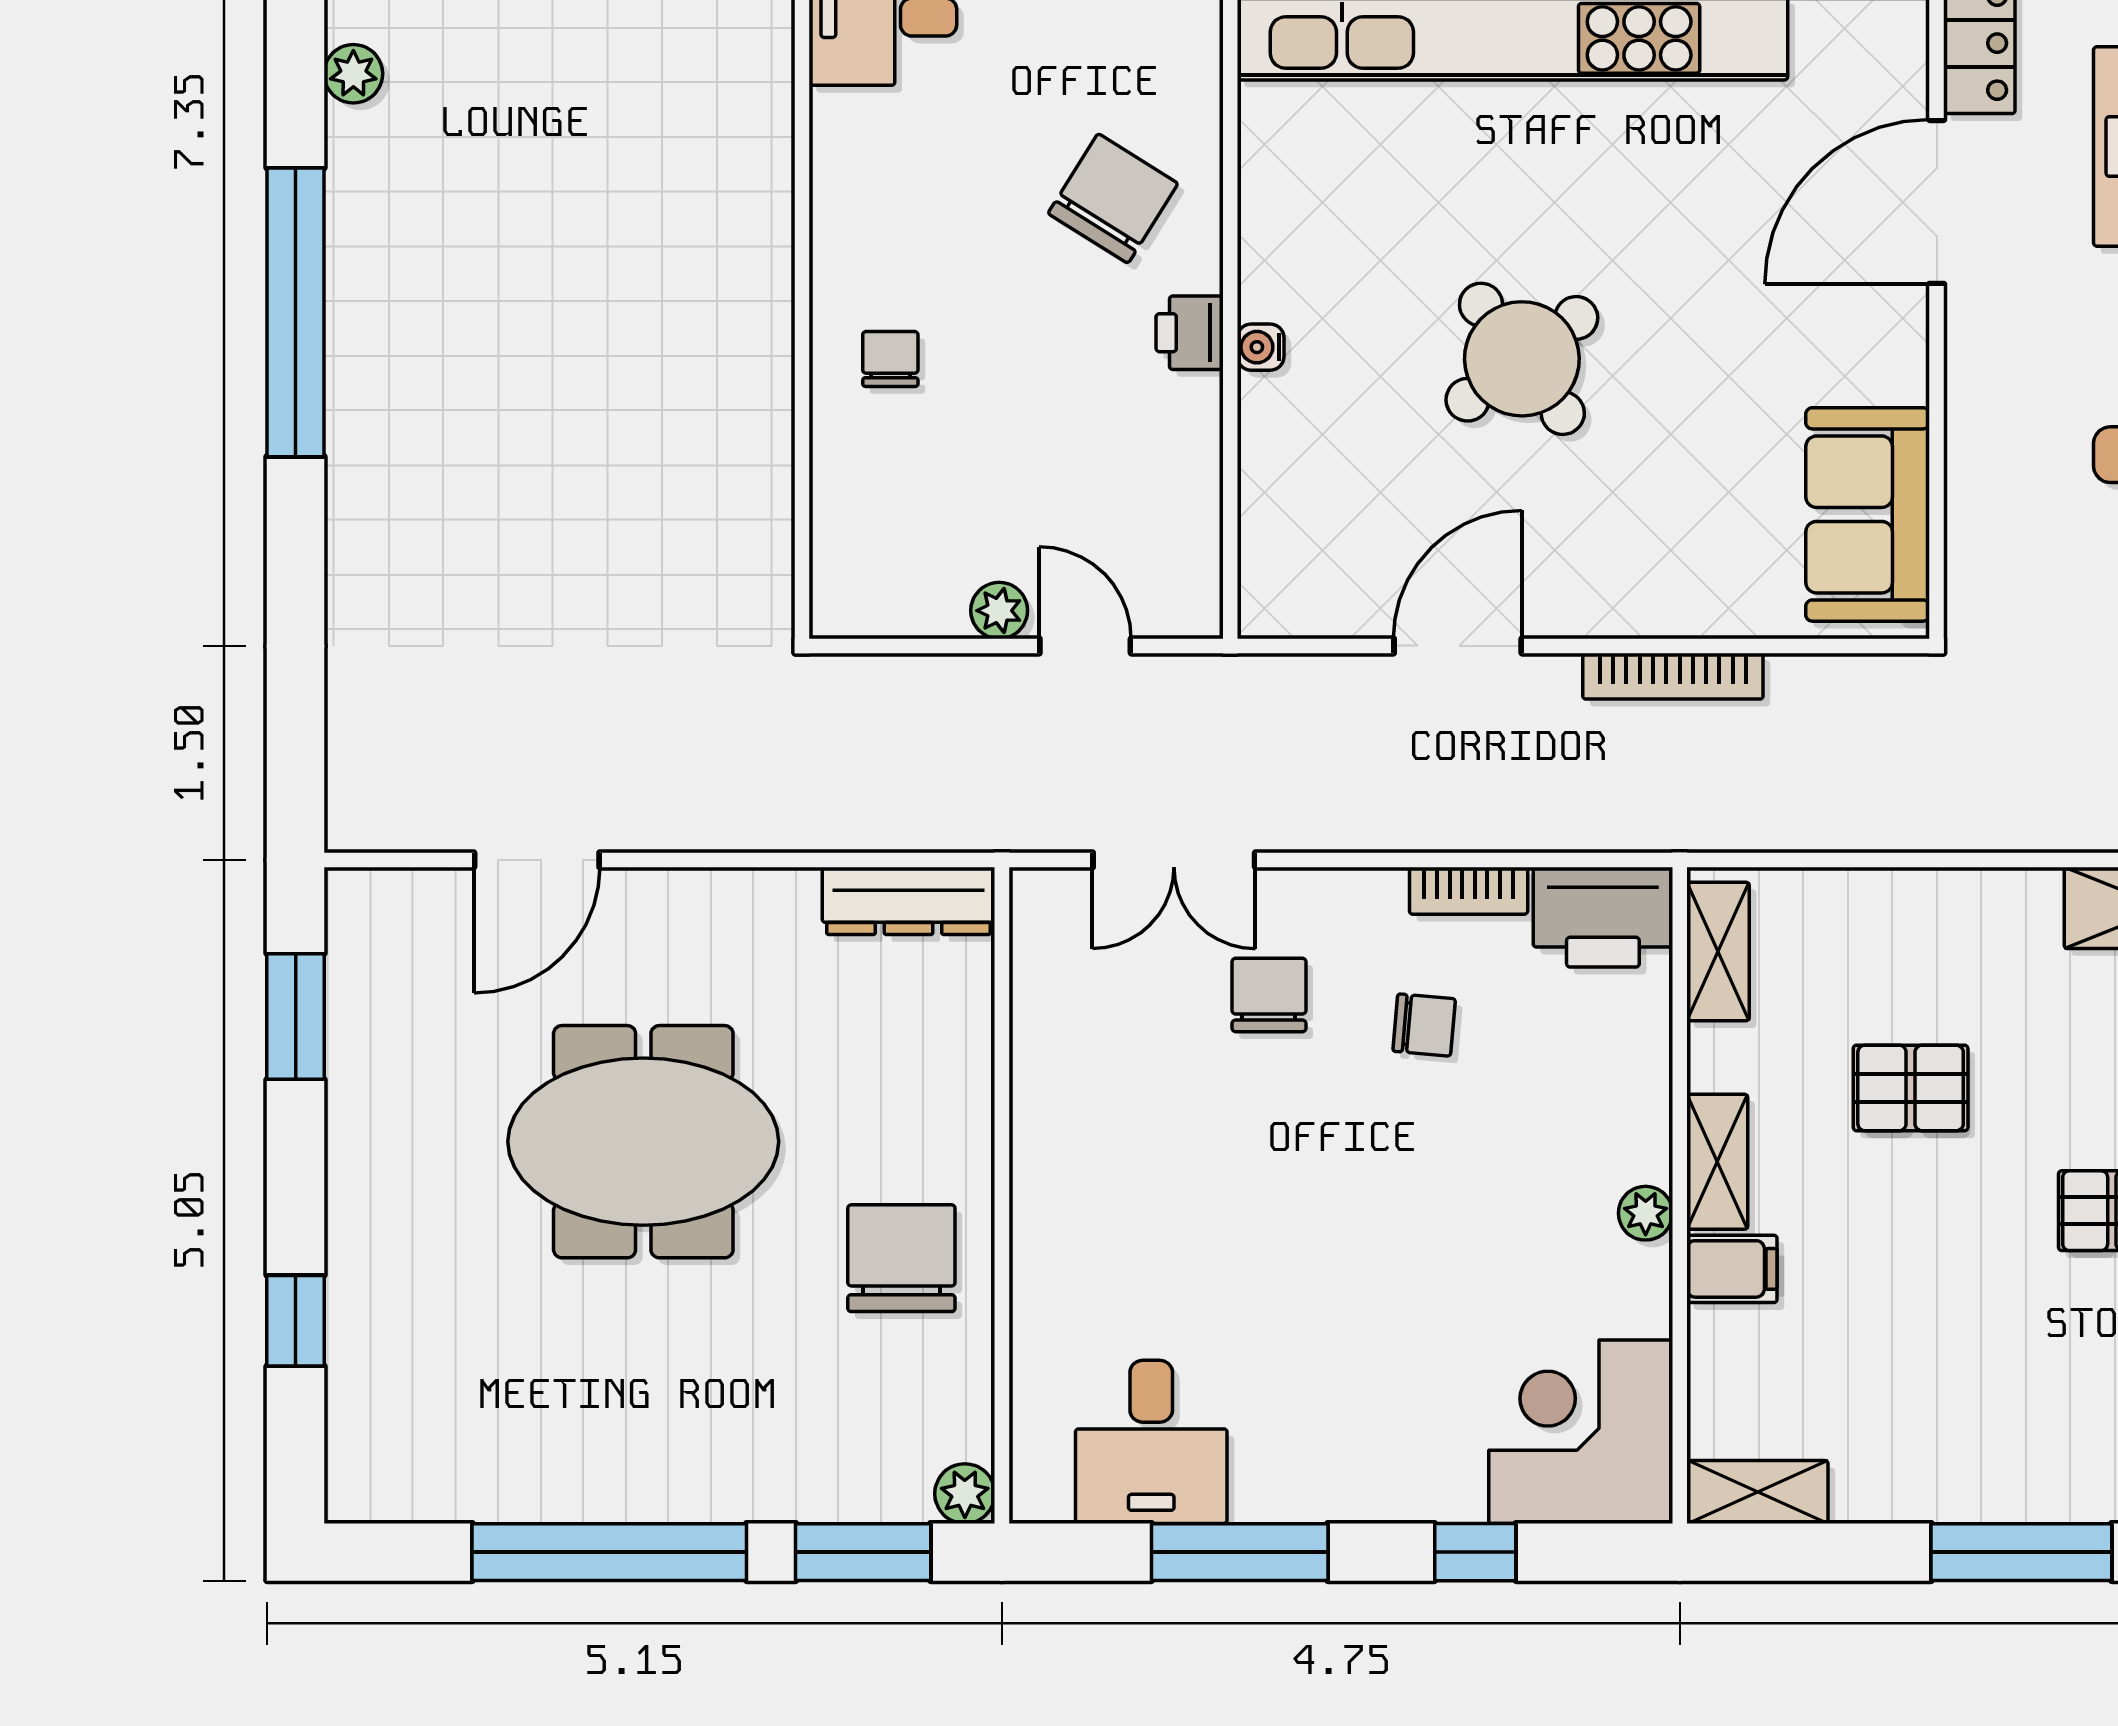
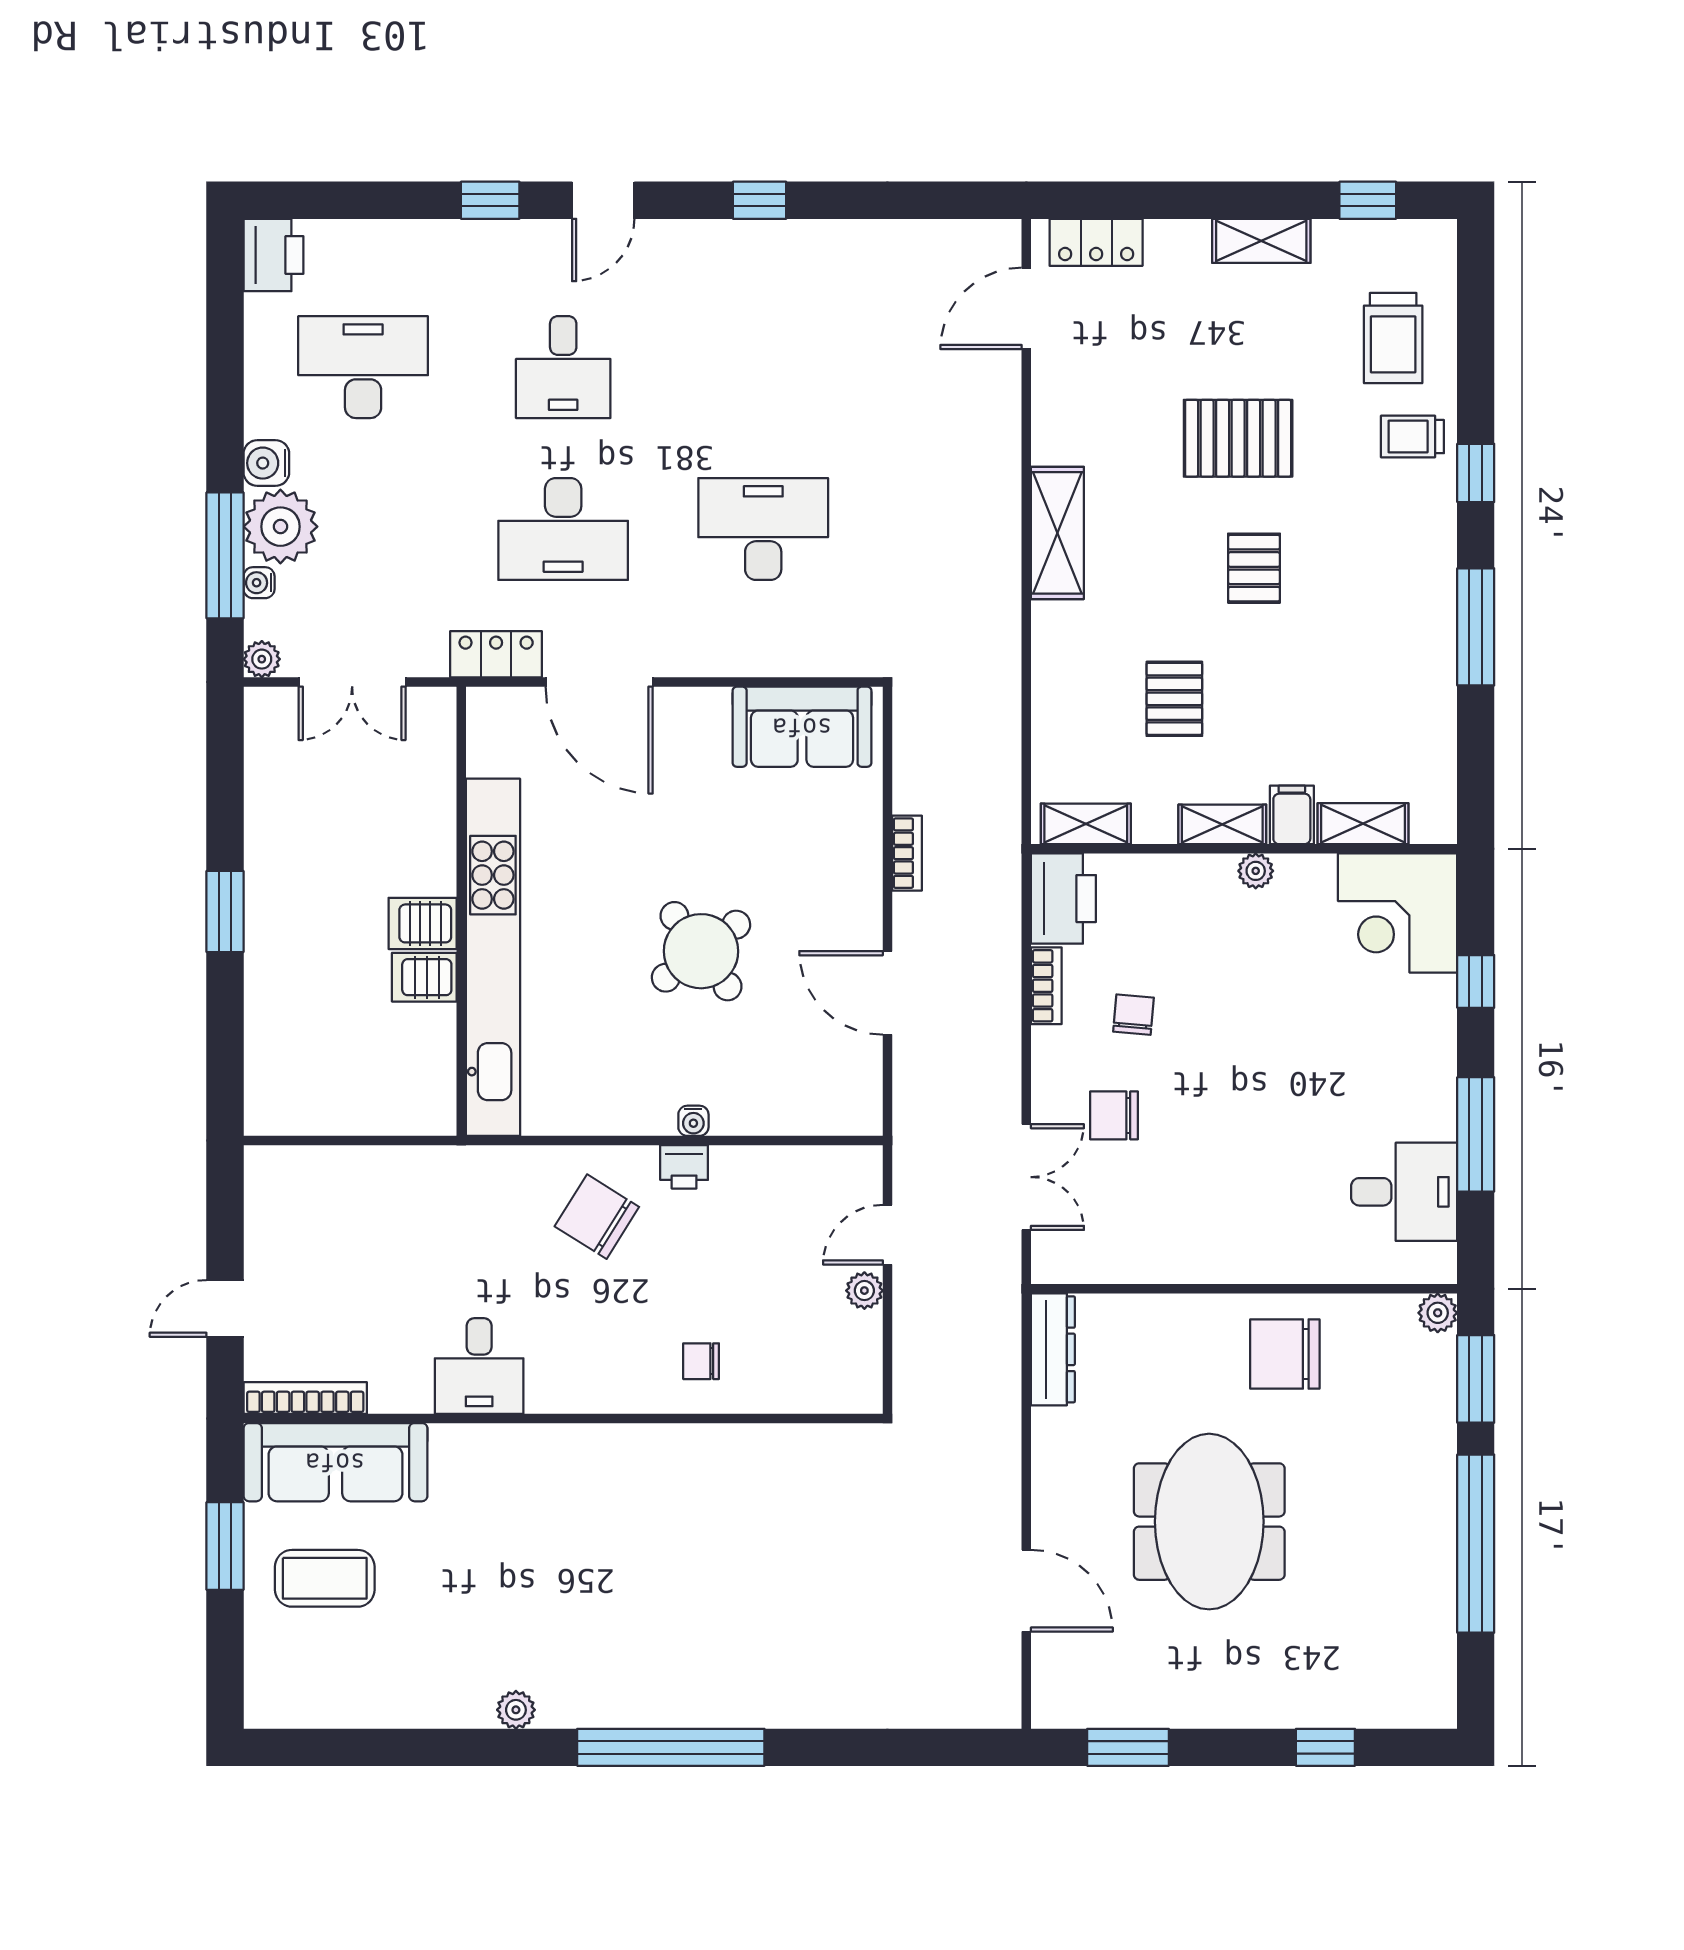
bookcase: (1673, 676) -> (907, 853), width x0.64
shelving: (1758, 1492) -> (1363, 824), moved, turned 90

